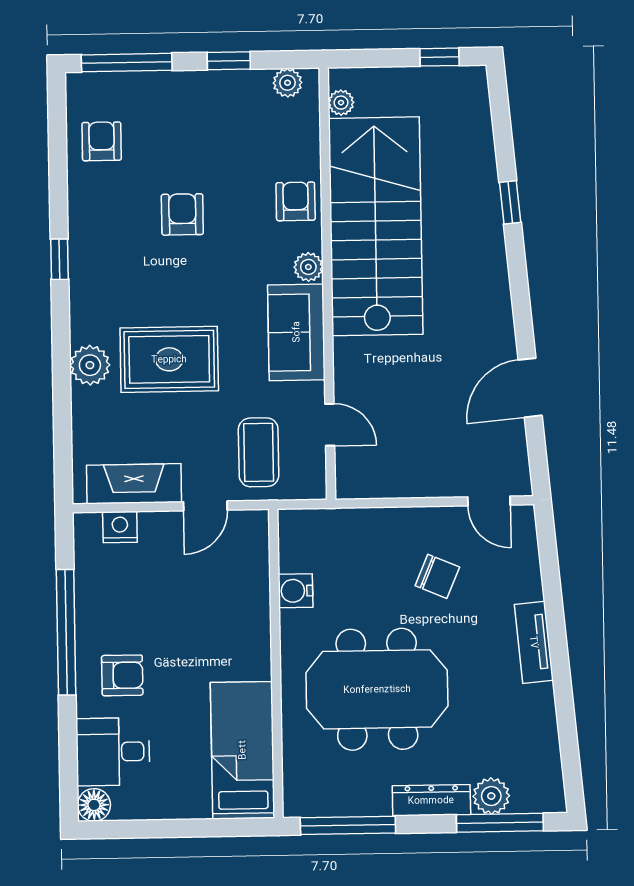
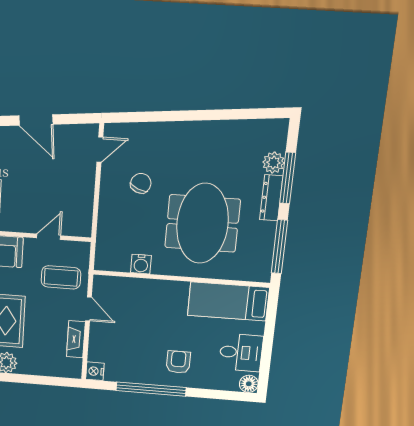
fireplace: (134, 484) -> (76, 339), width x0.73, depth x0.76
nightstand: (120, 527) -> (95, 371), moved
tv unit: (534, 642) -> (185, 130), removed
desk: (113, 752) -> (241, 353), moved, turned -90
window: (500, 823) -> (288, 178), moved

